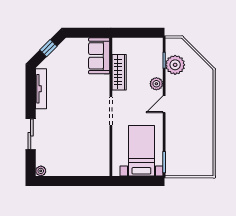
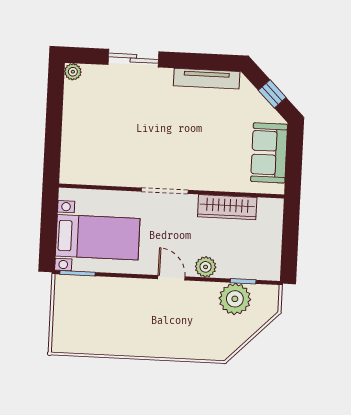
sofa: (99, 56) -> (269, 153), moved, turned -90

